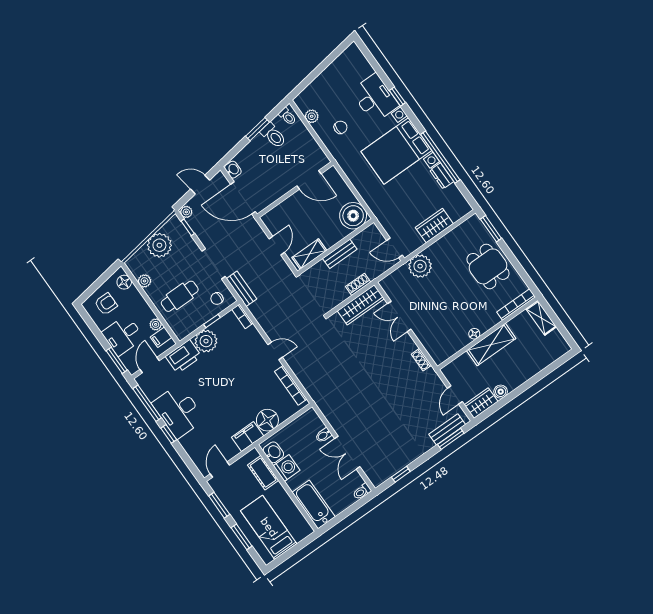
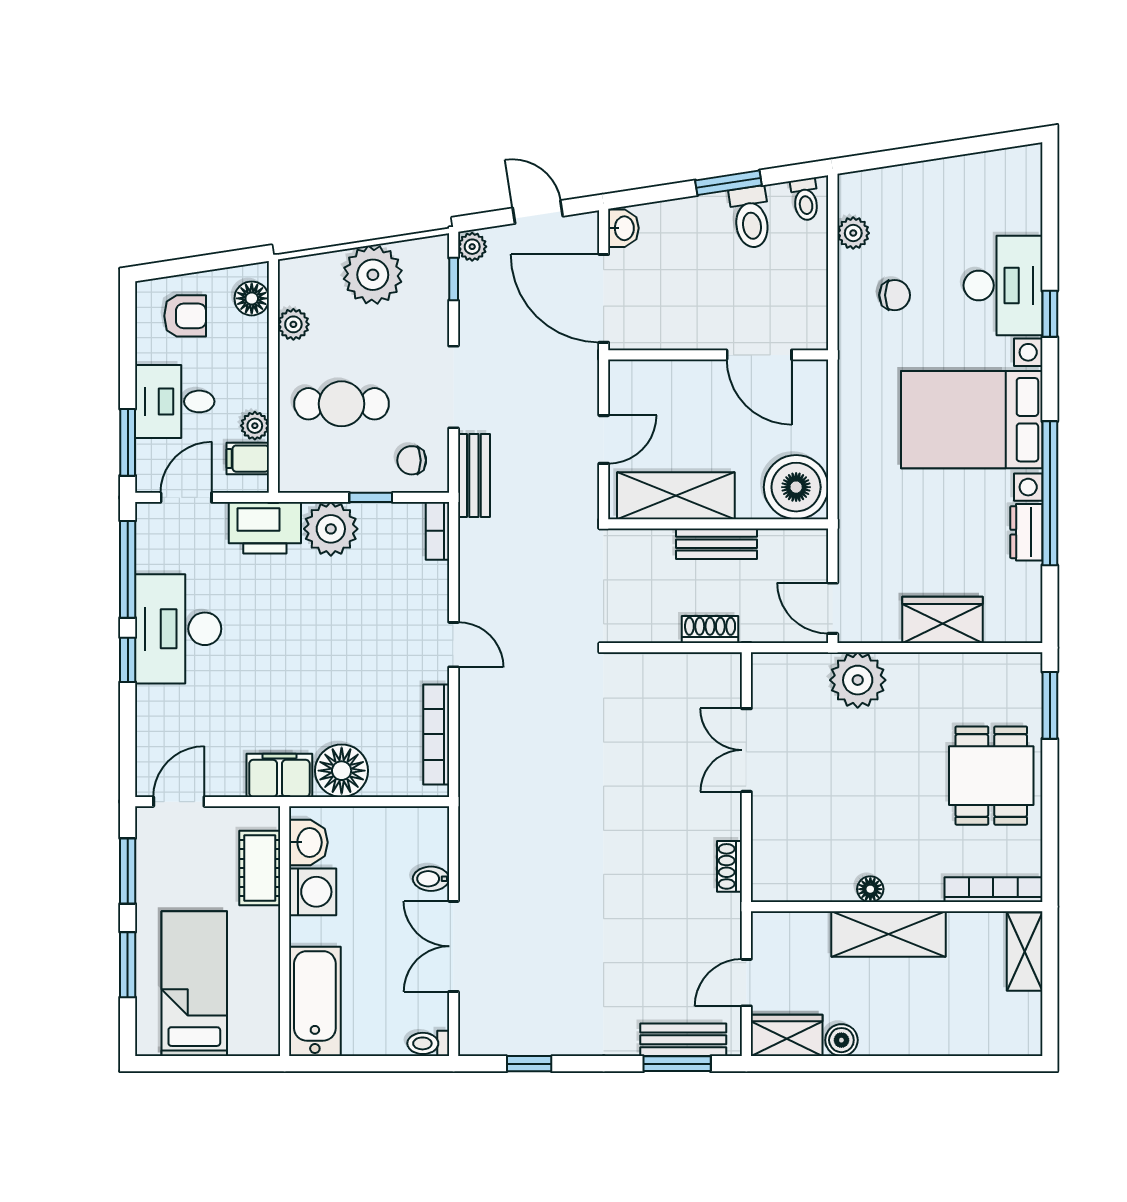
shelving: (309, 254) -> (676, 496), width x1.50, depth x1.33
wardrobe: (361, 305) -> (687, 673), removed

